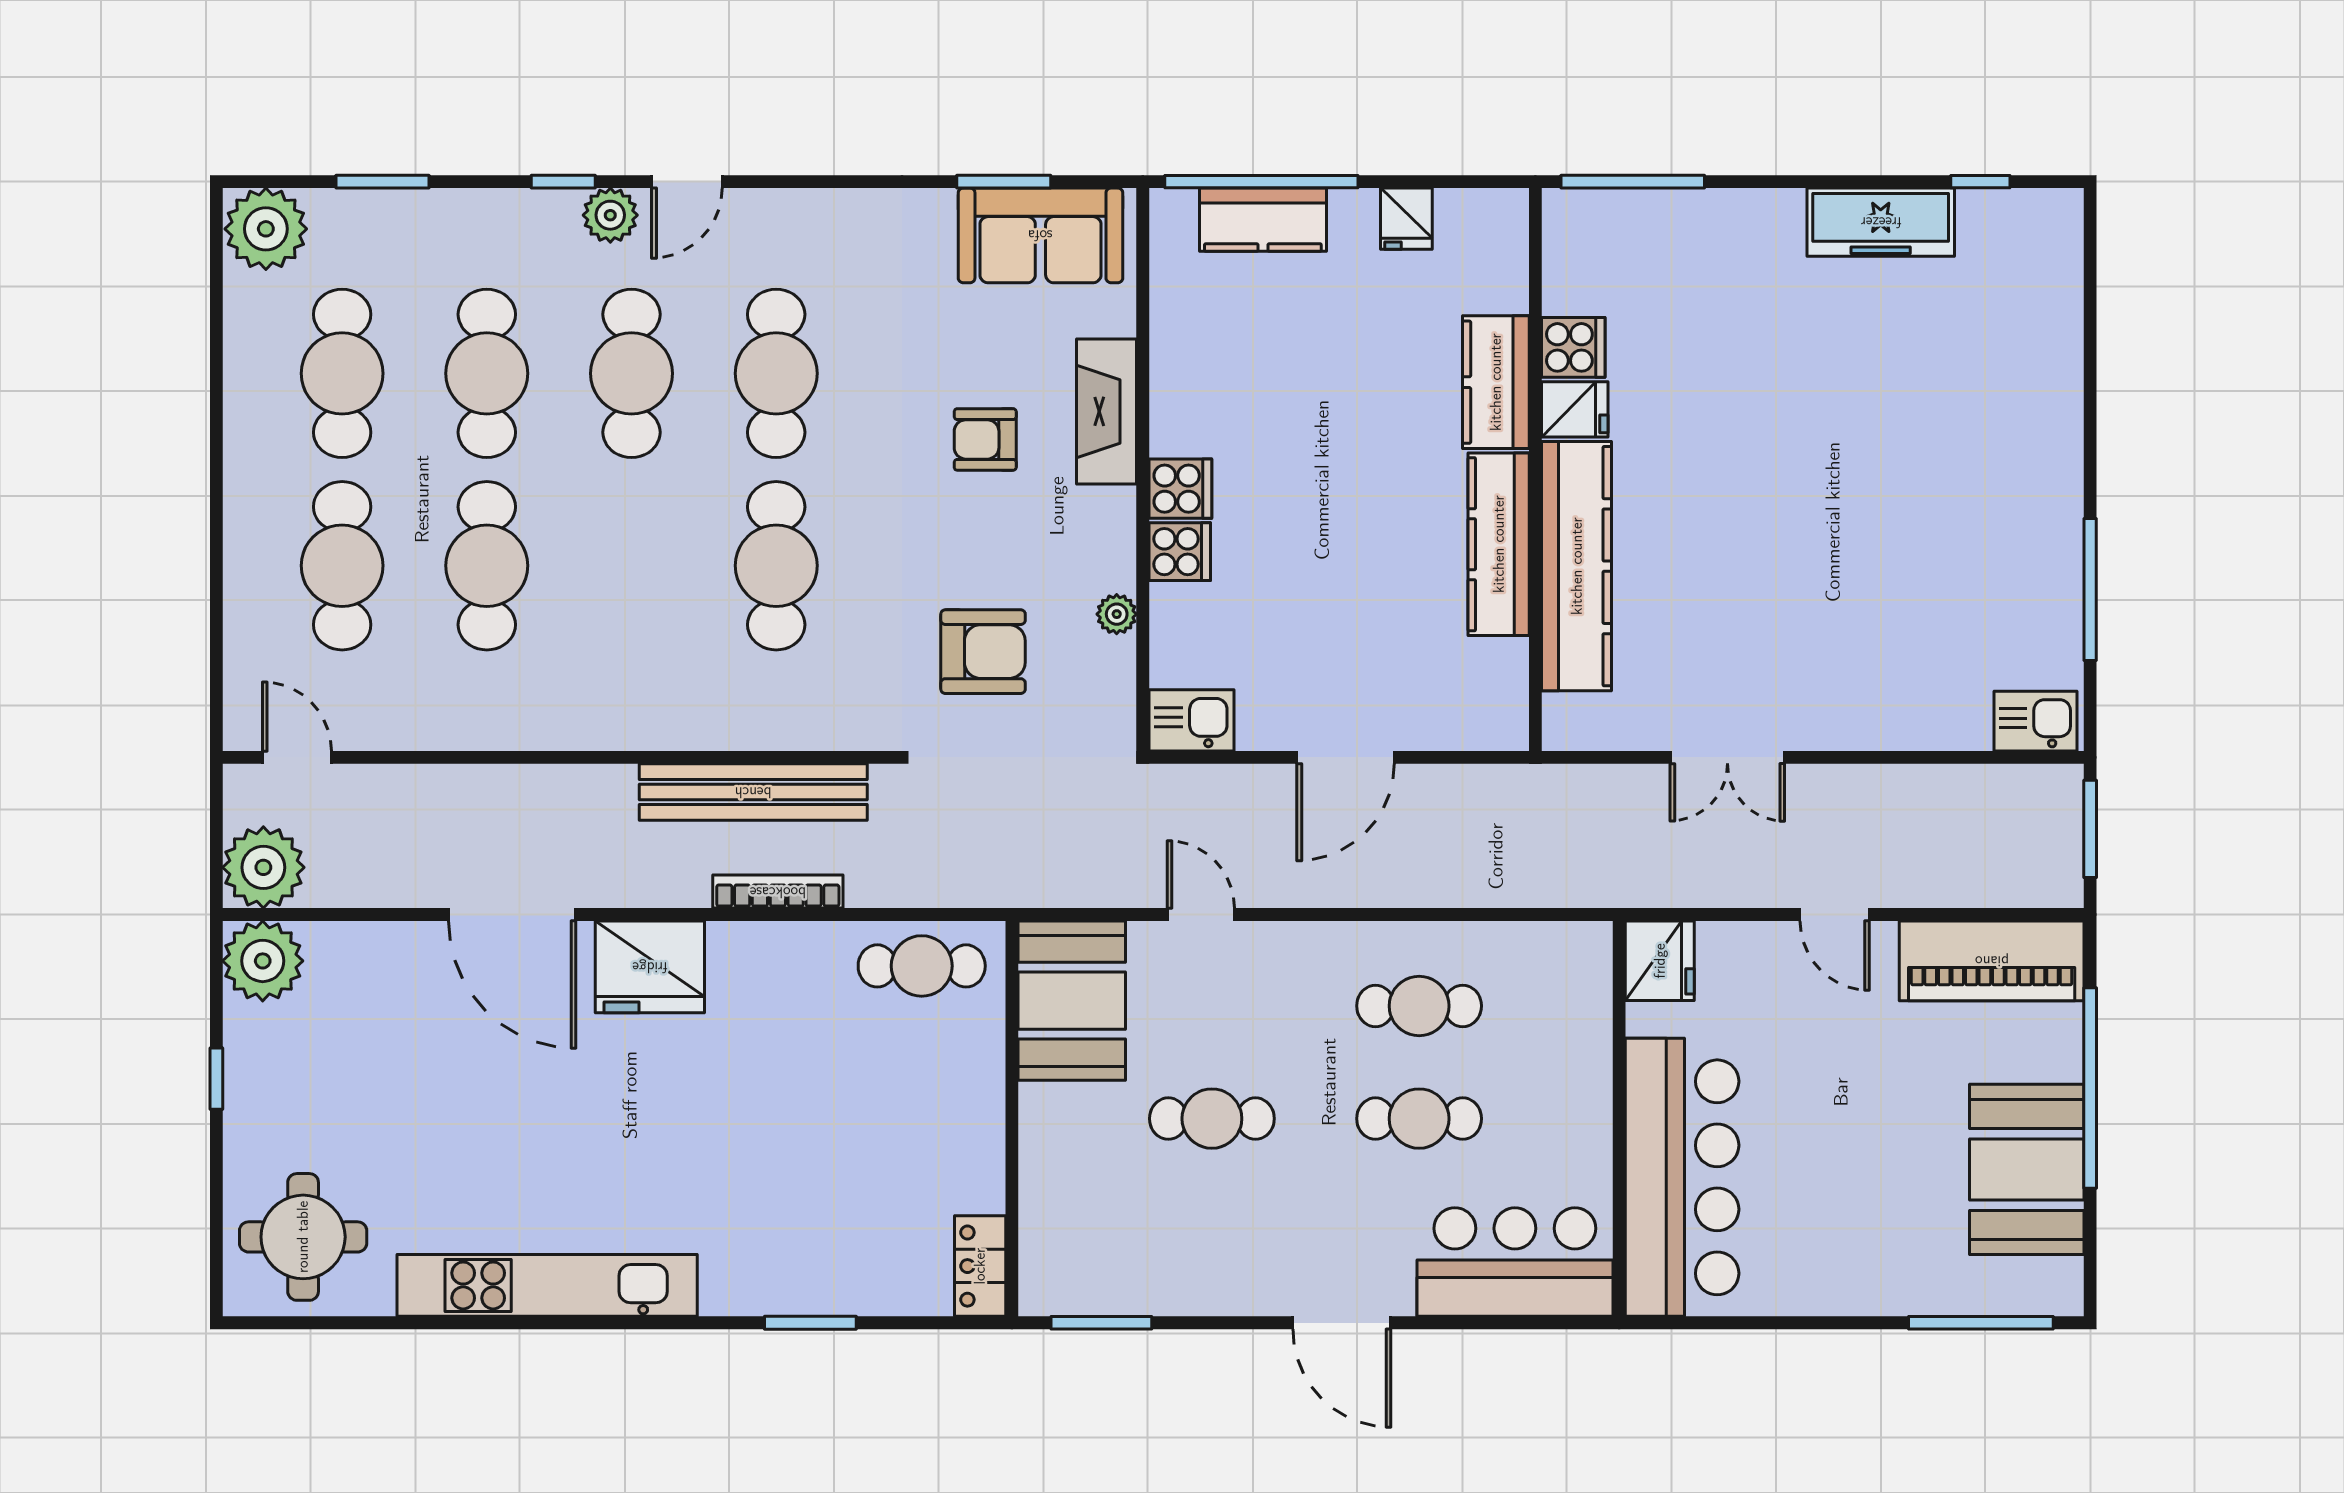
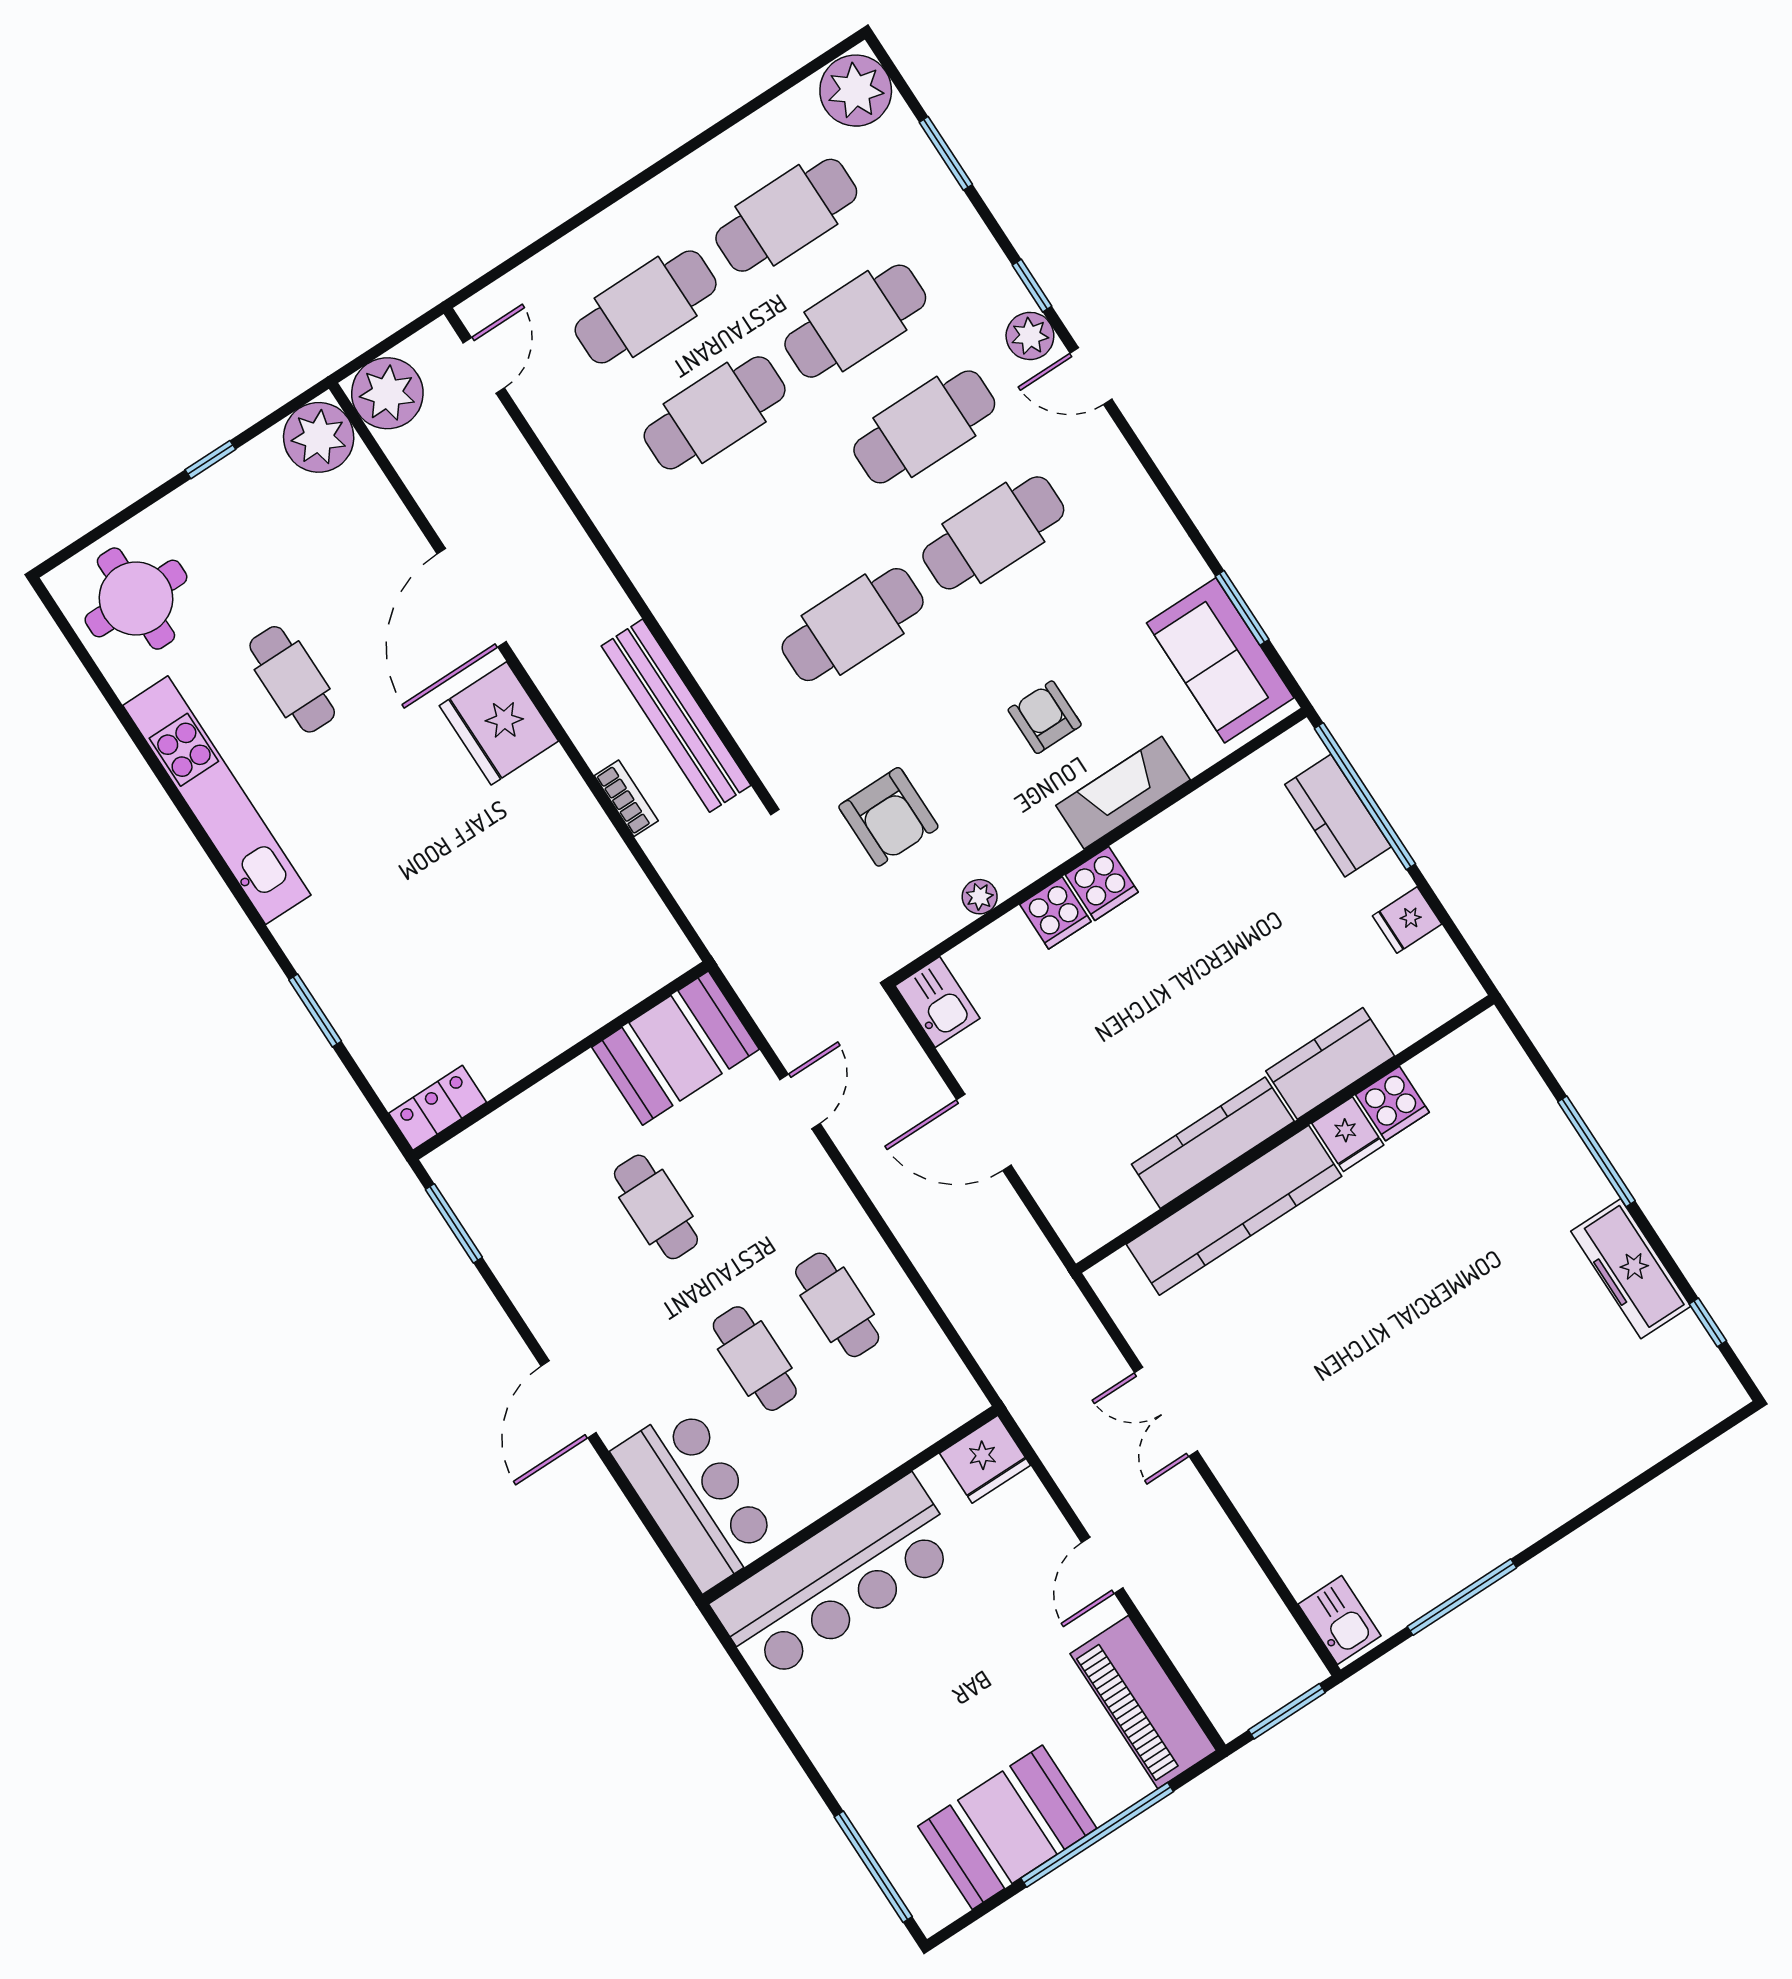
window: (1633, 182) -> (1596, 1151), moved
bookcase: (778, 892) -> (626, 798), width x0.64
cafe table: (922, 966) -> (292, 679), moved

